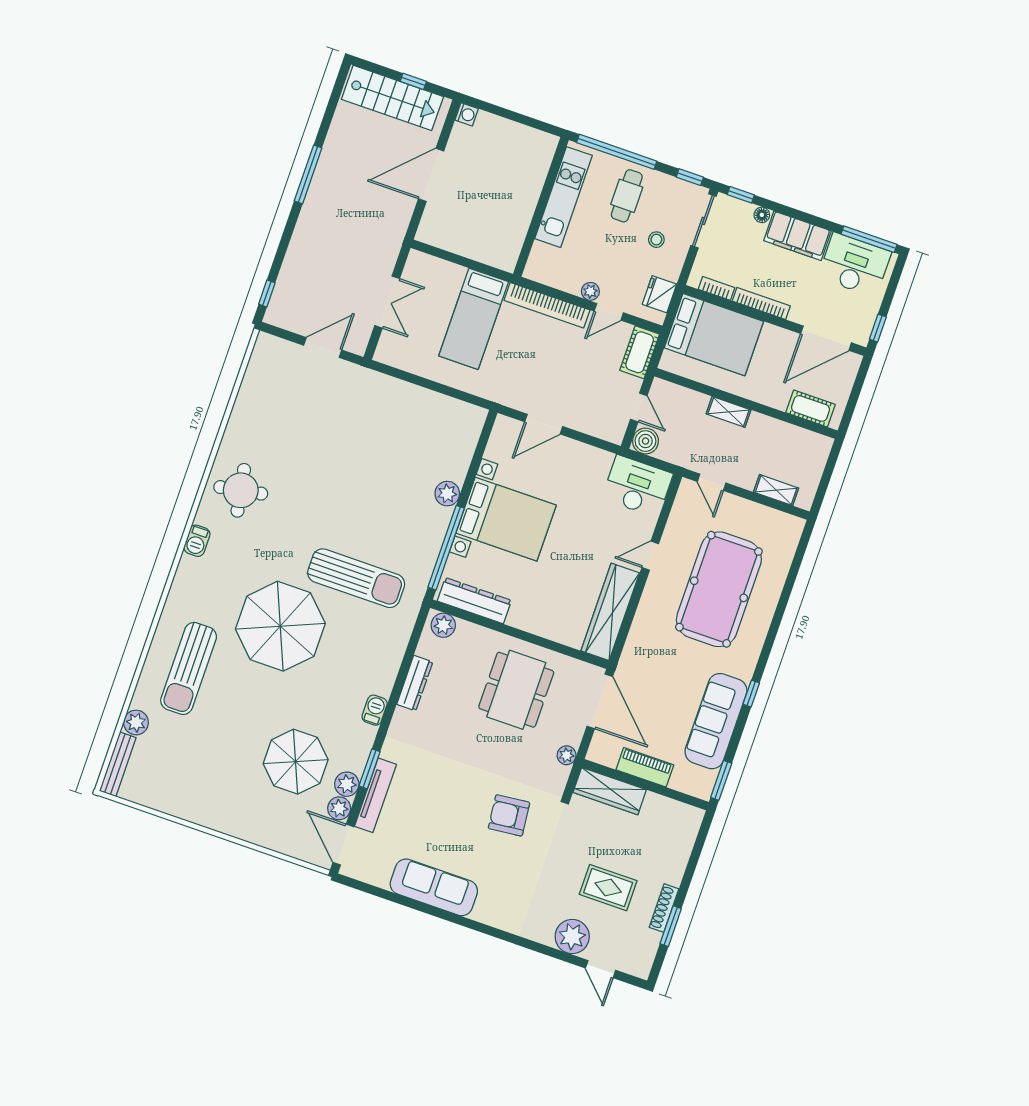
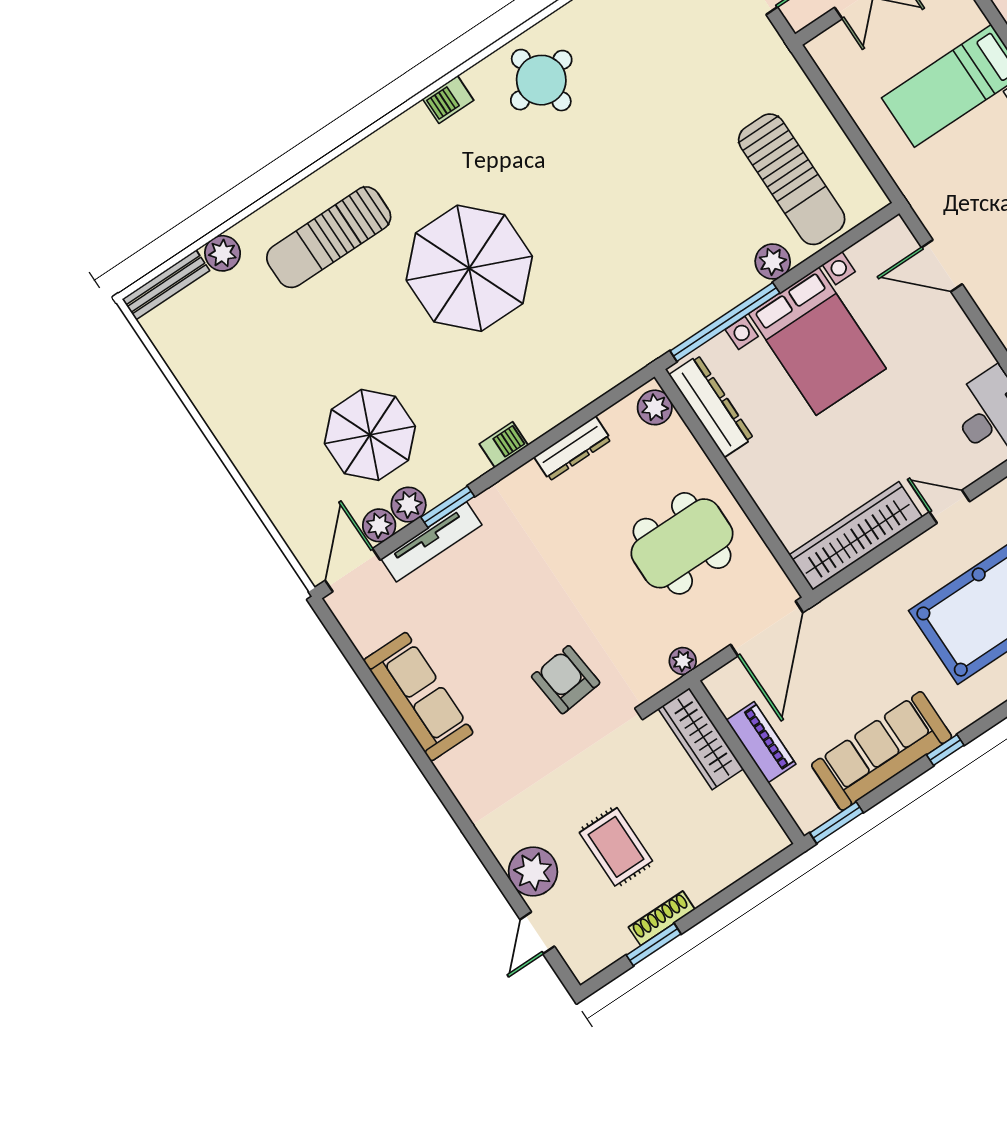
sun lounger: (356, 578) -> (792, 179), moved

